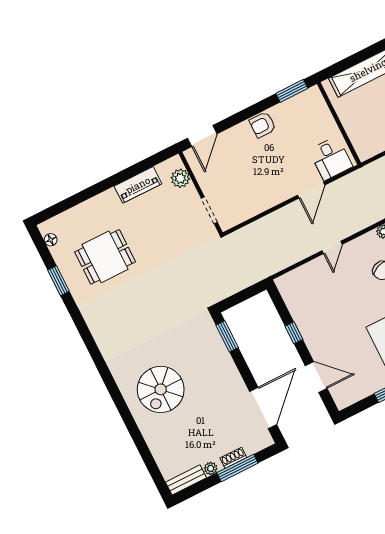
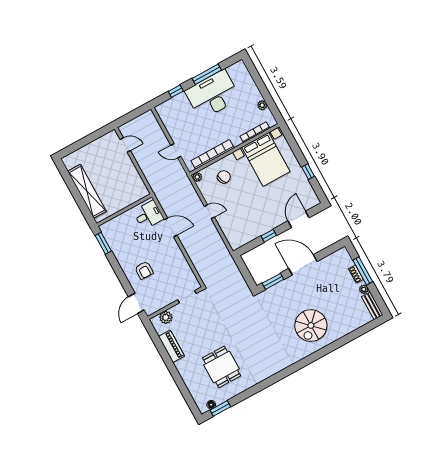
armchair: (263, 125) -> (144, 270), moved
door: (202, 136) -> (136, 303), swing flipped
window: (59, 281) -> (220, 408), moved
spiral stairs: (161, 389) -> (311, 326), turned 90
door: (263, 408) -> (303, 265), moved

